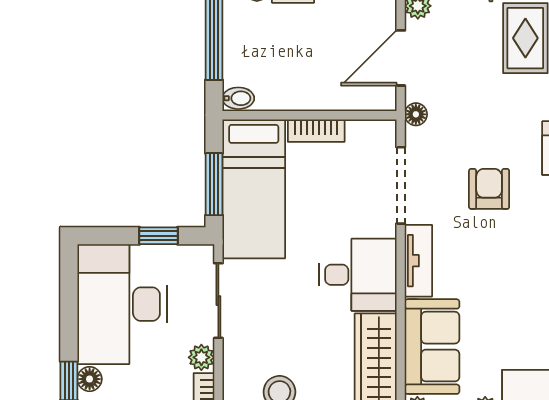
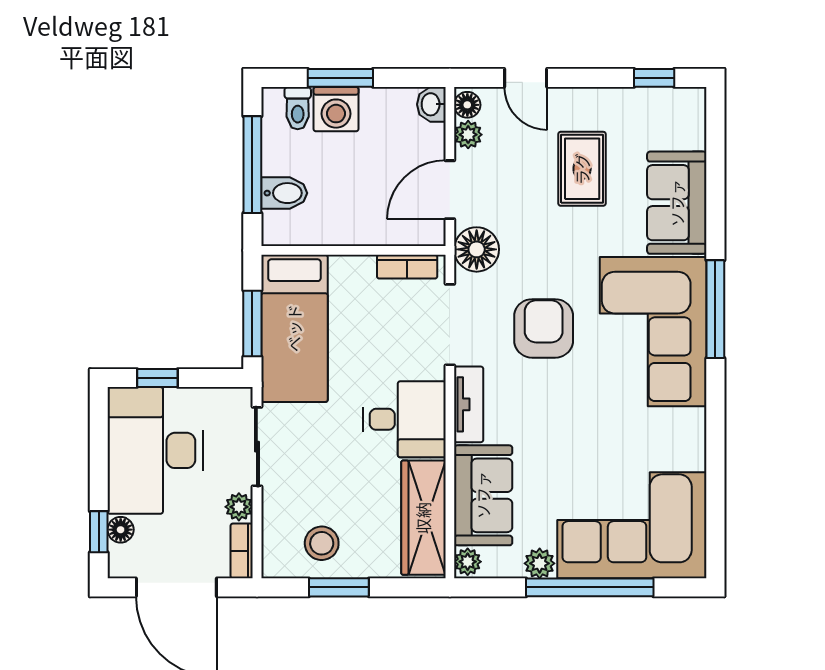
bidet: (238, 98) -> (284, 193), moved, width x1.38, depth x1.36
floor lamp: (416, 114) -> (477, 249), width x1.89, depth x1.89
bookcase: (316, 131) -> (407, 267), moved
armchair: (489, 189) -> (544, 328), width x1.38, depth x1.38
window: (159, 236) -> (157, 378), moved

